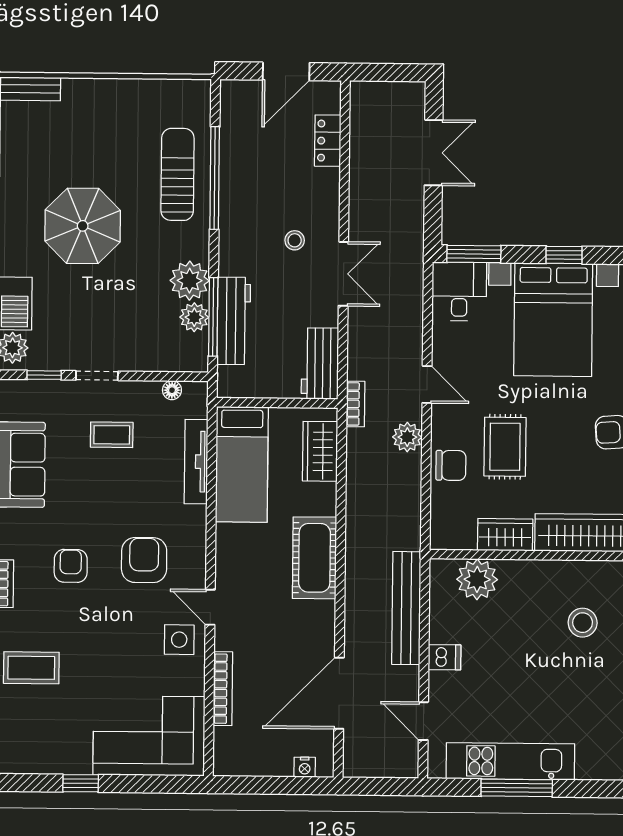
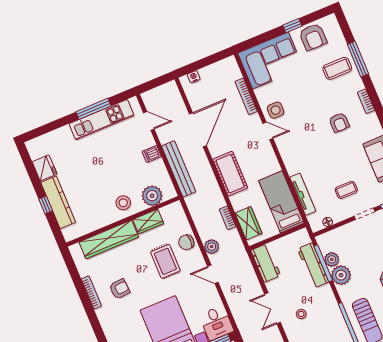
bookcase: (355, 404) -> (228, 218), moved
armchair: (144, 560) -> (313, 37), moved
stool: (583, 623) -> (123, 203), moved
door: (339, 693) -> (198, 130), moved

